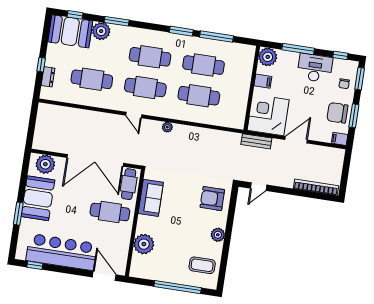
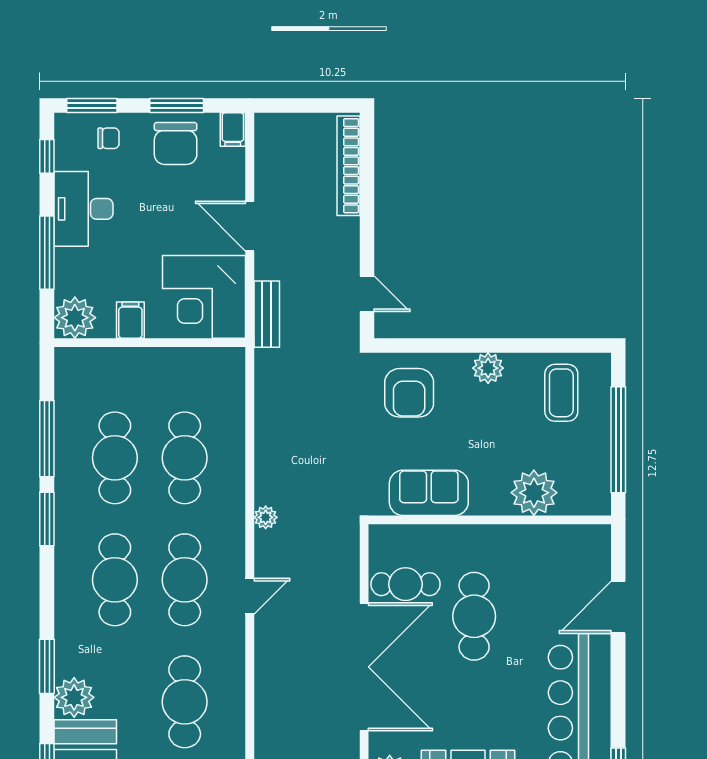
sofa: (151, 198) -> (429, 493), moved
wall: (135, 223) -> (490, 520), moved
plant: (144, 244) -> (534, 493), moved

